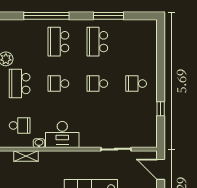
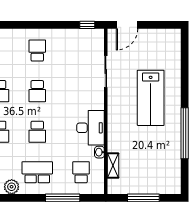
school desk: (20, 84) -> (37, 172), turned 180
school desk: (136, 84) -> (37, 51), turned 180
window: (161, 109) -> (87, 25), moved

